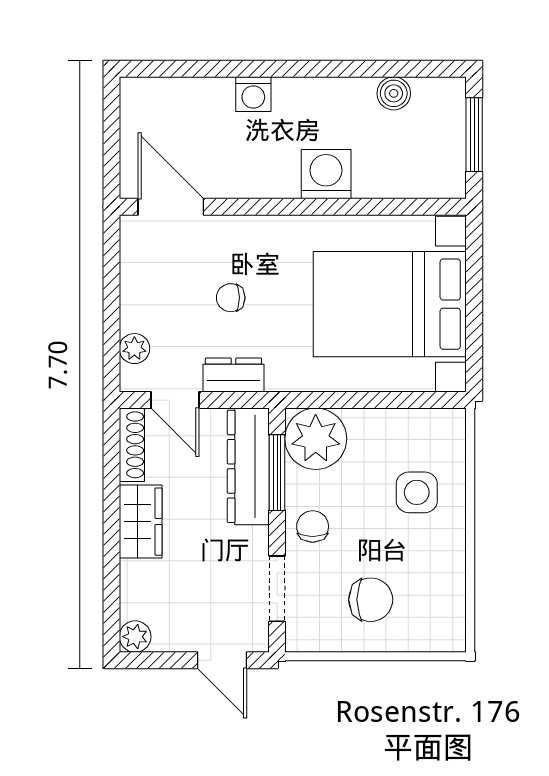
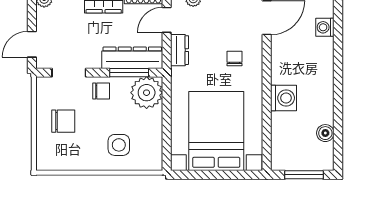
washing machine: (253, 94) -> (325, 27), moved
chair: (231, 298) -> (235, 59), moved
chair: (371, 600) -> (63, 121), turned -90

